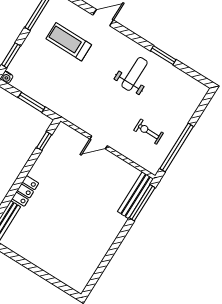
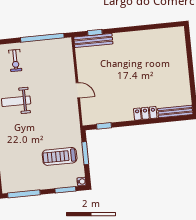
treadmill: (69, 42) -> (60, 156), moved, turned 90
exercise bike: (149, 132) -> (15, 60), moved
window: (142, 203) -> (95, 32), width x0.46

